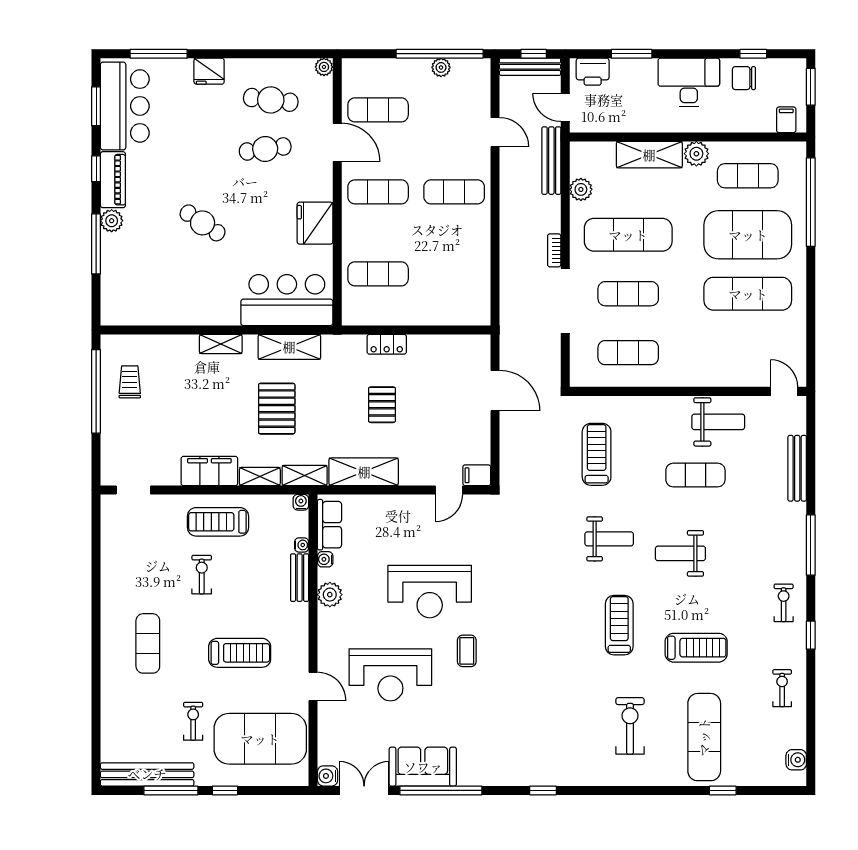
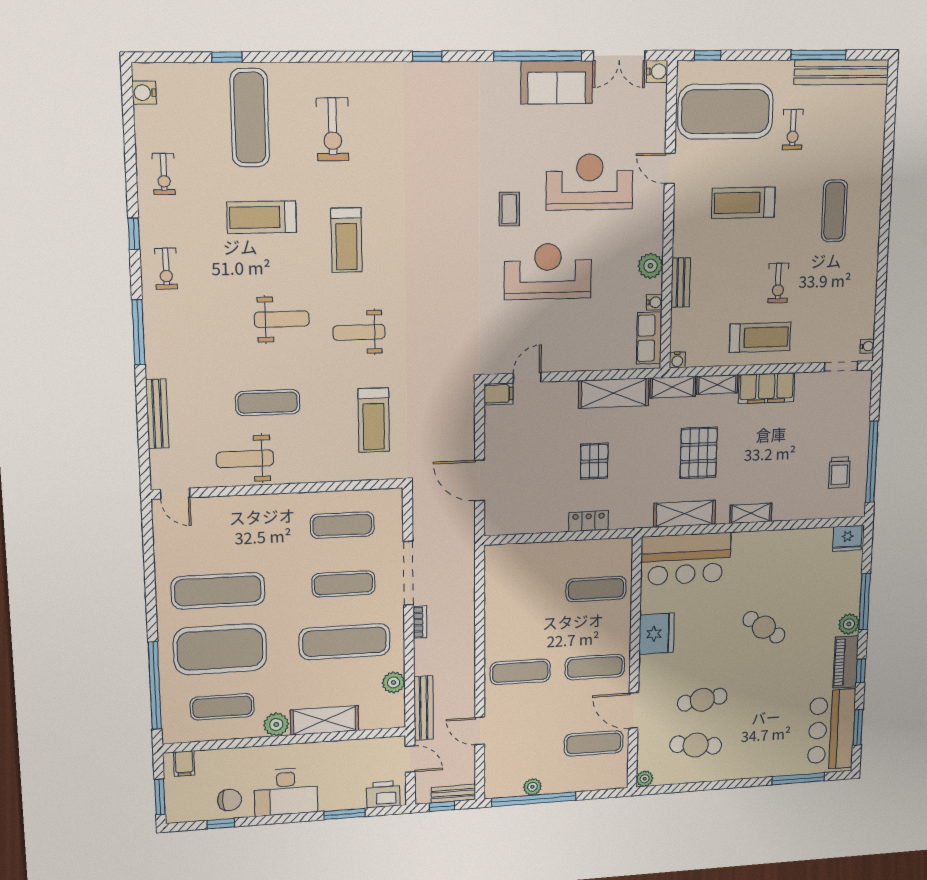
bench: (530, 67) -> (453, 794), width x0.73
fridge: (209, 71) -> (847, 538), moved, turned 180
water cooler: (302, 545) -> (867, 346), moved, turned 180
window: (225, 790) -> (708, 55), moved

